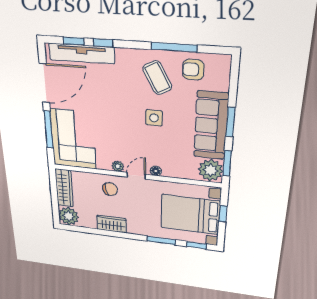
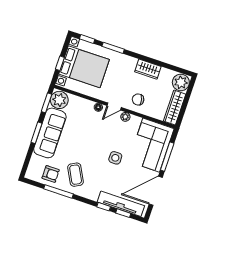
side table: (154, 118) -> (115, 158), moved

